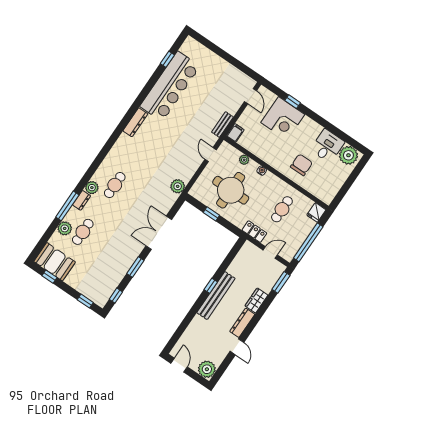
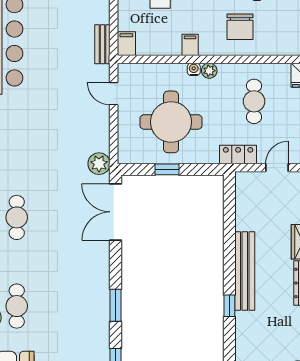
filing cabinet: (269, 156) -> (190, 45), added
plant: (244, 160) -> (209, 71), moved
chair: (302, 165) -> (240, 27), turned 180
double door: (159, 233) -> (116, 212), moved
window: (211, 286) -> (229, 306), moved

